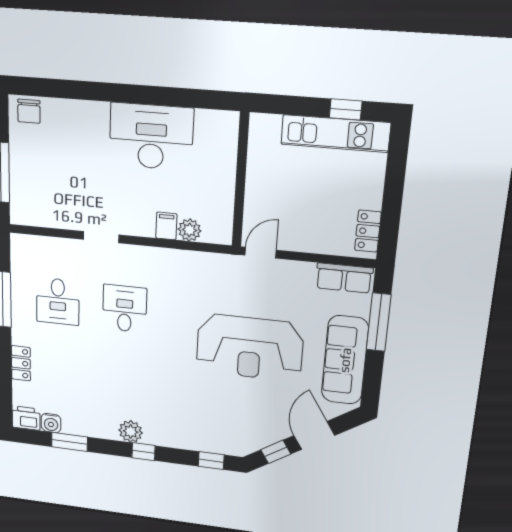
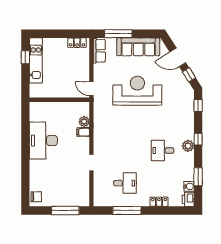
desk: (125, 309) -> (163, 151), moved
reception desk: (250, 348) -> (137, 91), turned -90

